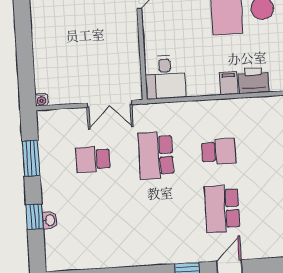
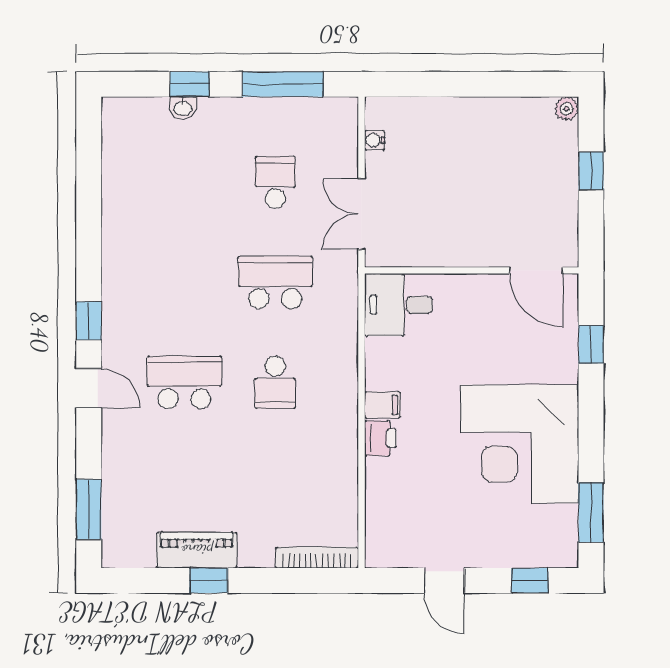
printer: (254, 81) -> (381, 438), width x0.73, depth x0.81
water cooler: (42, 100) -> (374, 140), moved
window: (31, 158) -> (283, 84), width x1.44

